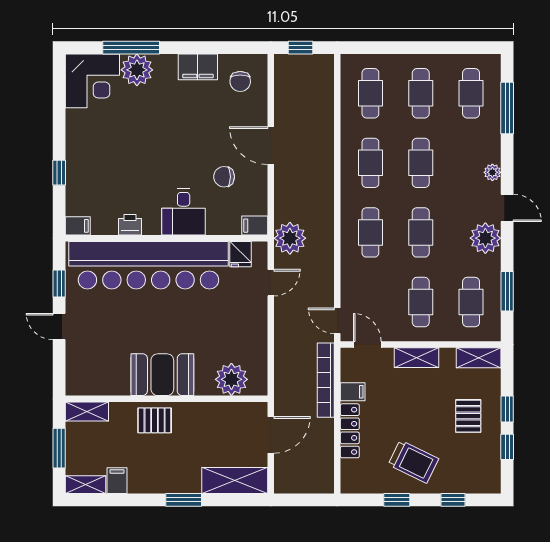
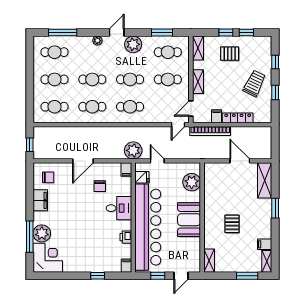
booth: (162, 375) -> (189, 220), moved
plant: (231, 379) -> (192, 182), moved
wall: (166, 399) -> (202, 217), moved
shelving: (87, 412) -> (209, 261), moved

